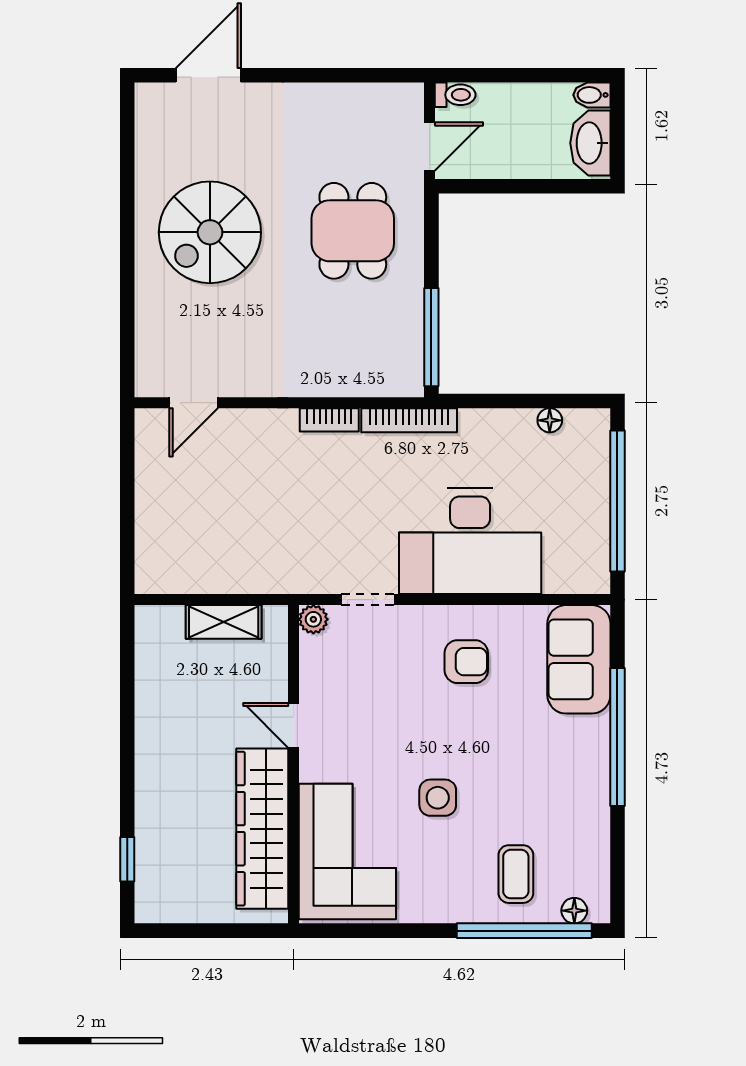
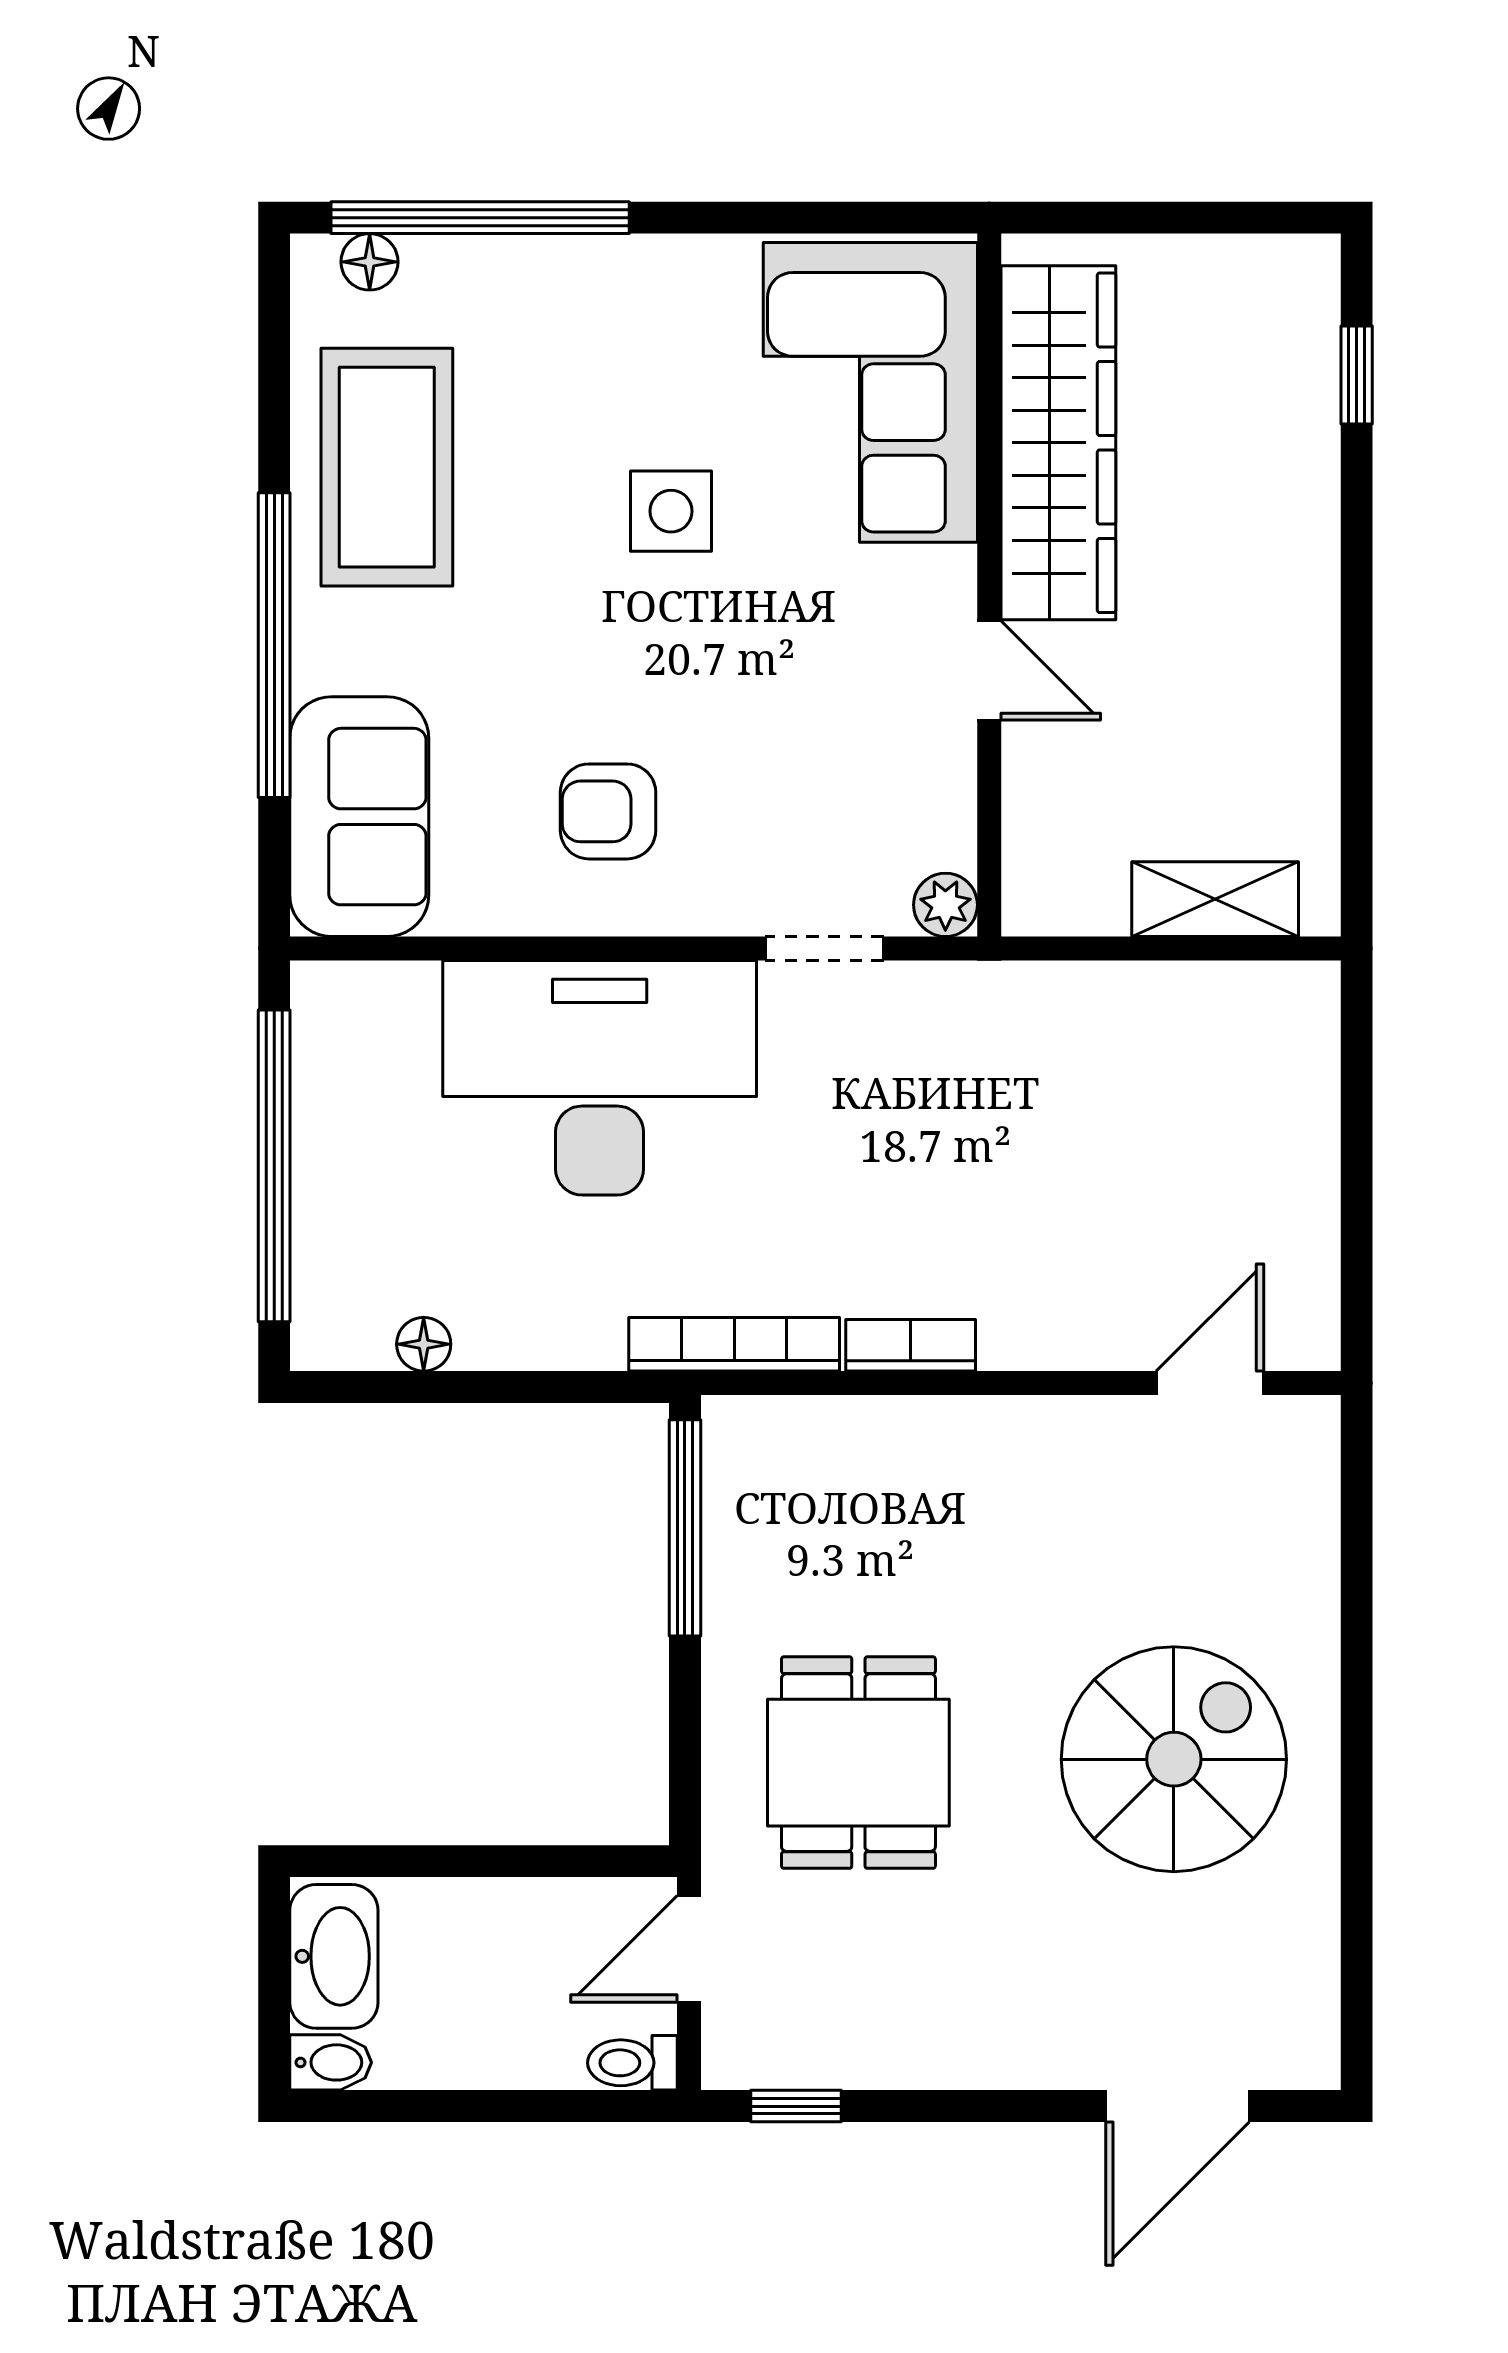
window: (381, 75) -> (796, 2106), added
shelving: (224, 622) -> (1215, 899), moved
coffee table: (516, 874) -> (387, 467), moved, width x1.86, depth x1.72

